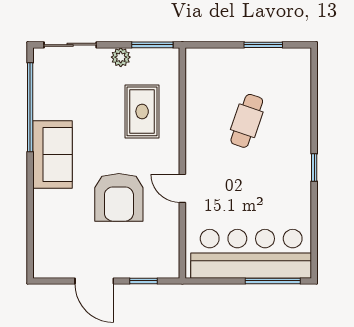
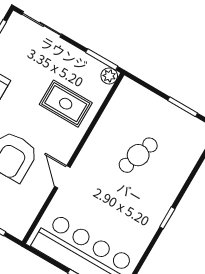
plant: (121, 57) -> (109, 76), moved
rug: (142, 111) -> (66, 104), turned 90

